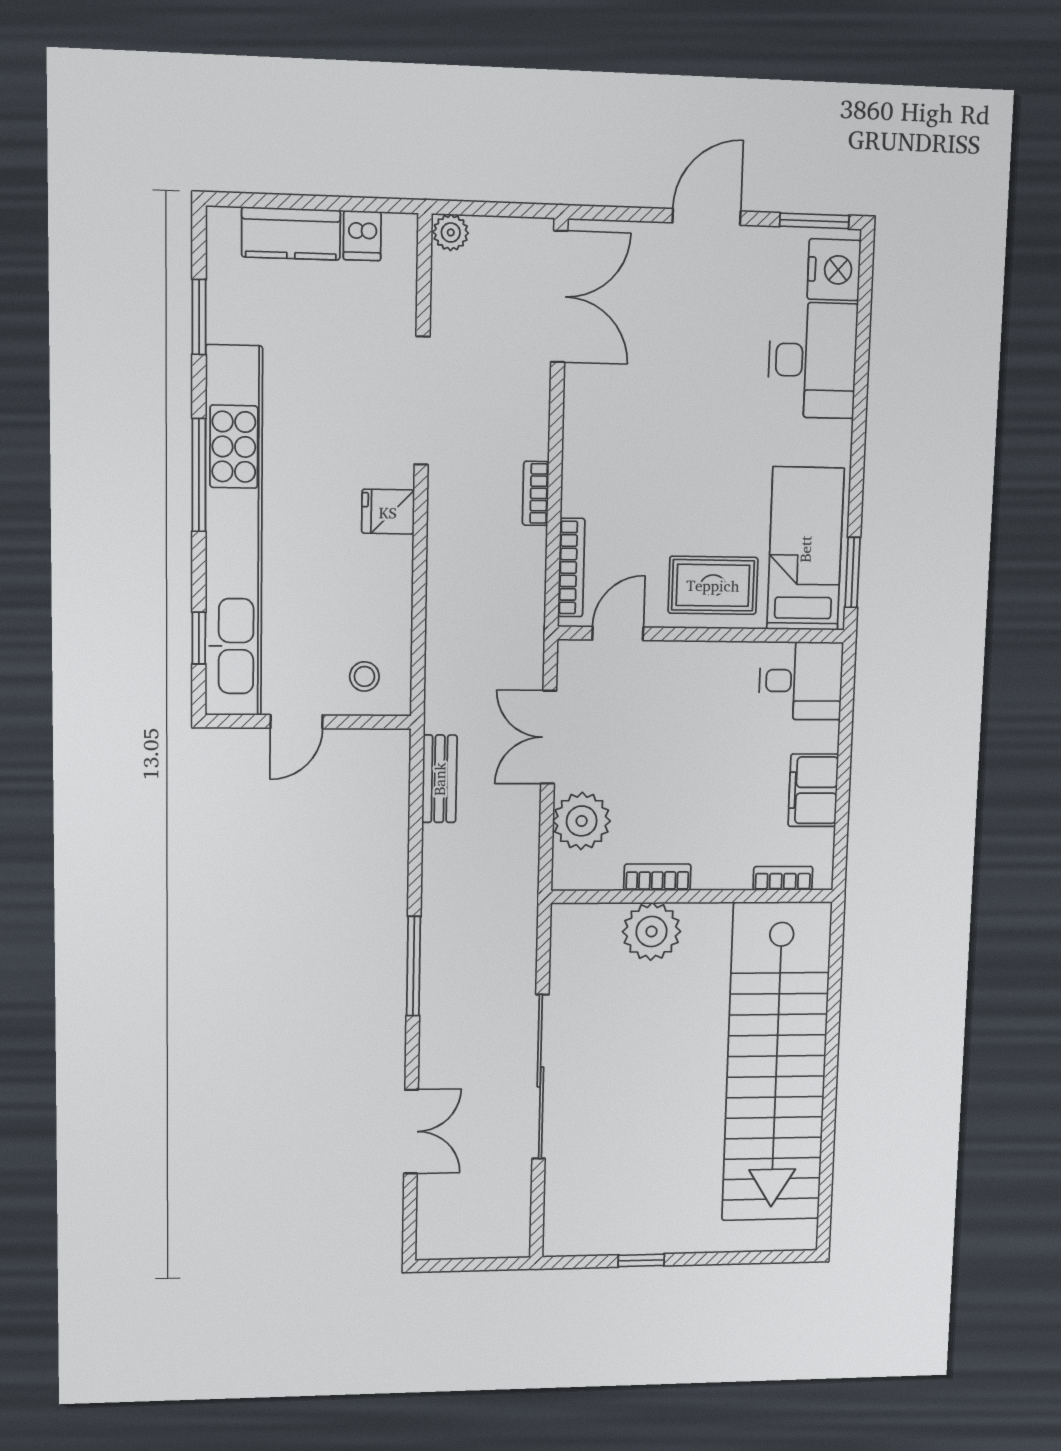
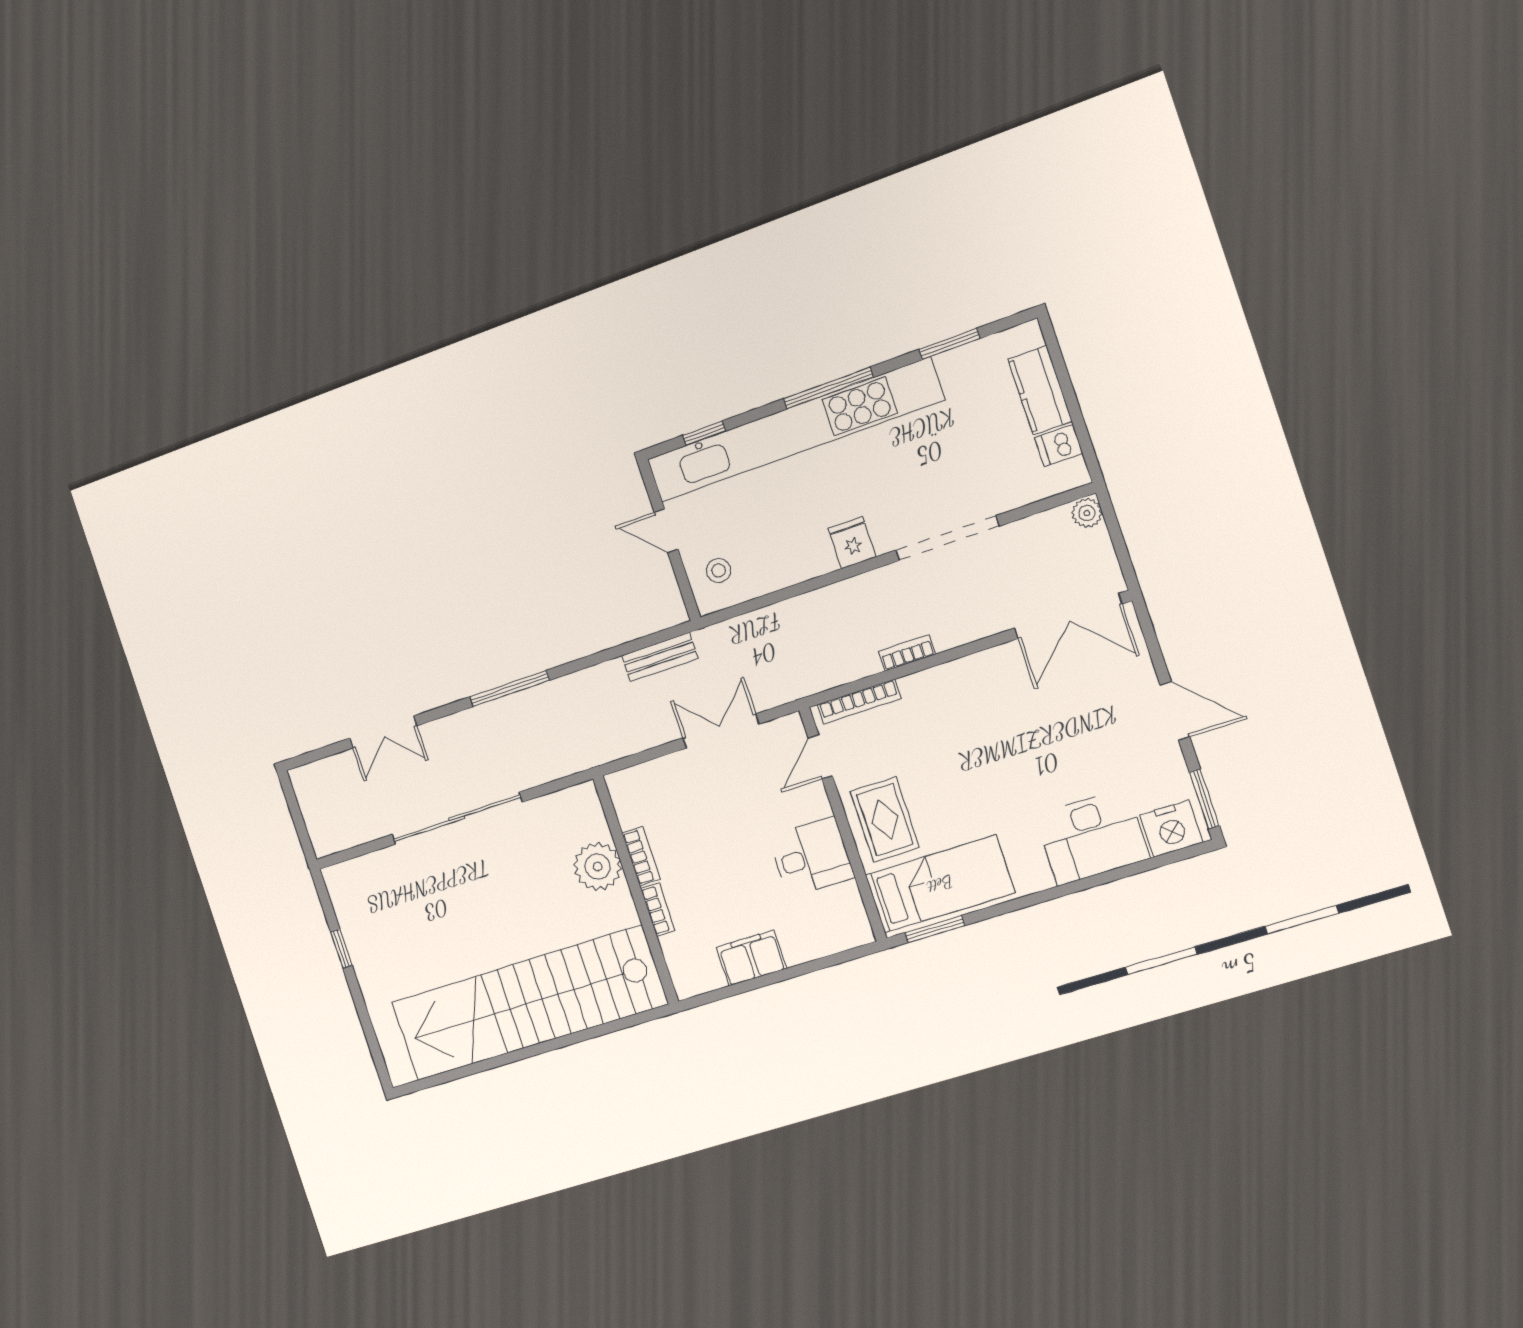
door: (618, 634) -> (820, 757), swing flipped
desk: (801, 681) -> (811, 857), moved, turned -90
plant: (582, 821) -> (665, 780), removed
bookcase: (783, 878) -> (658, 910), moved

